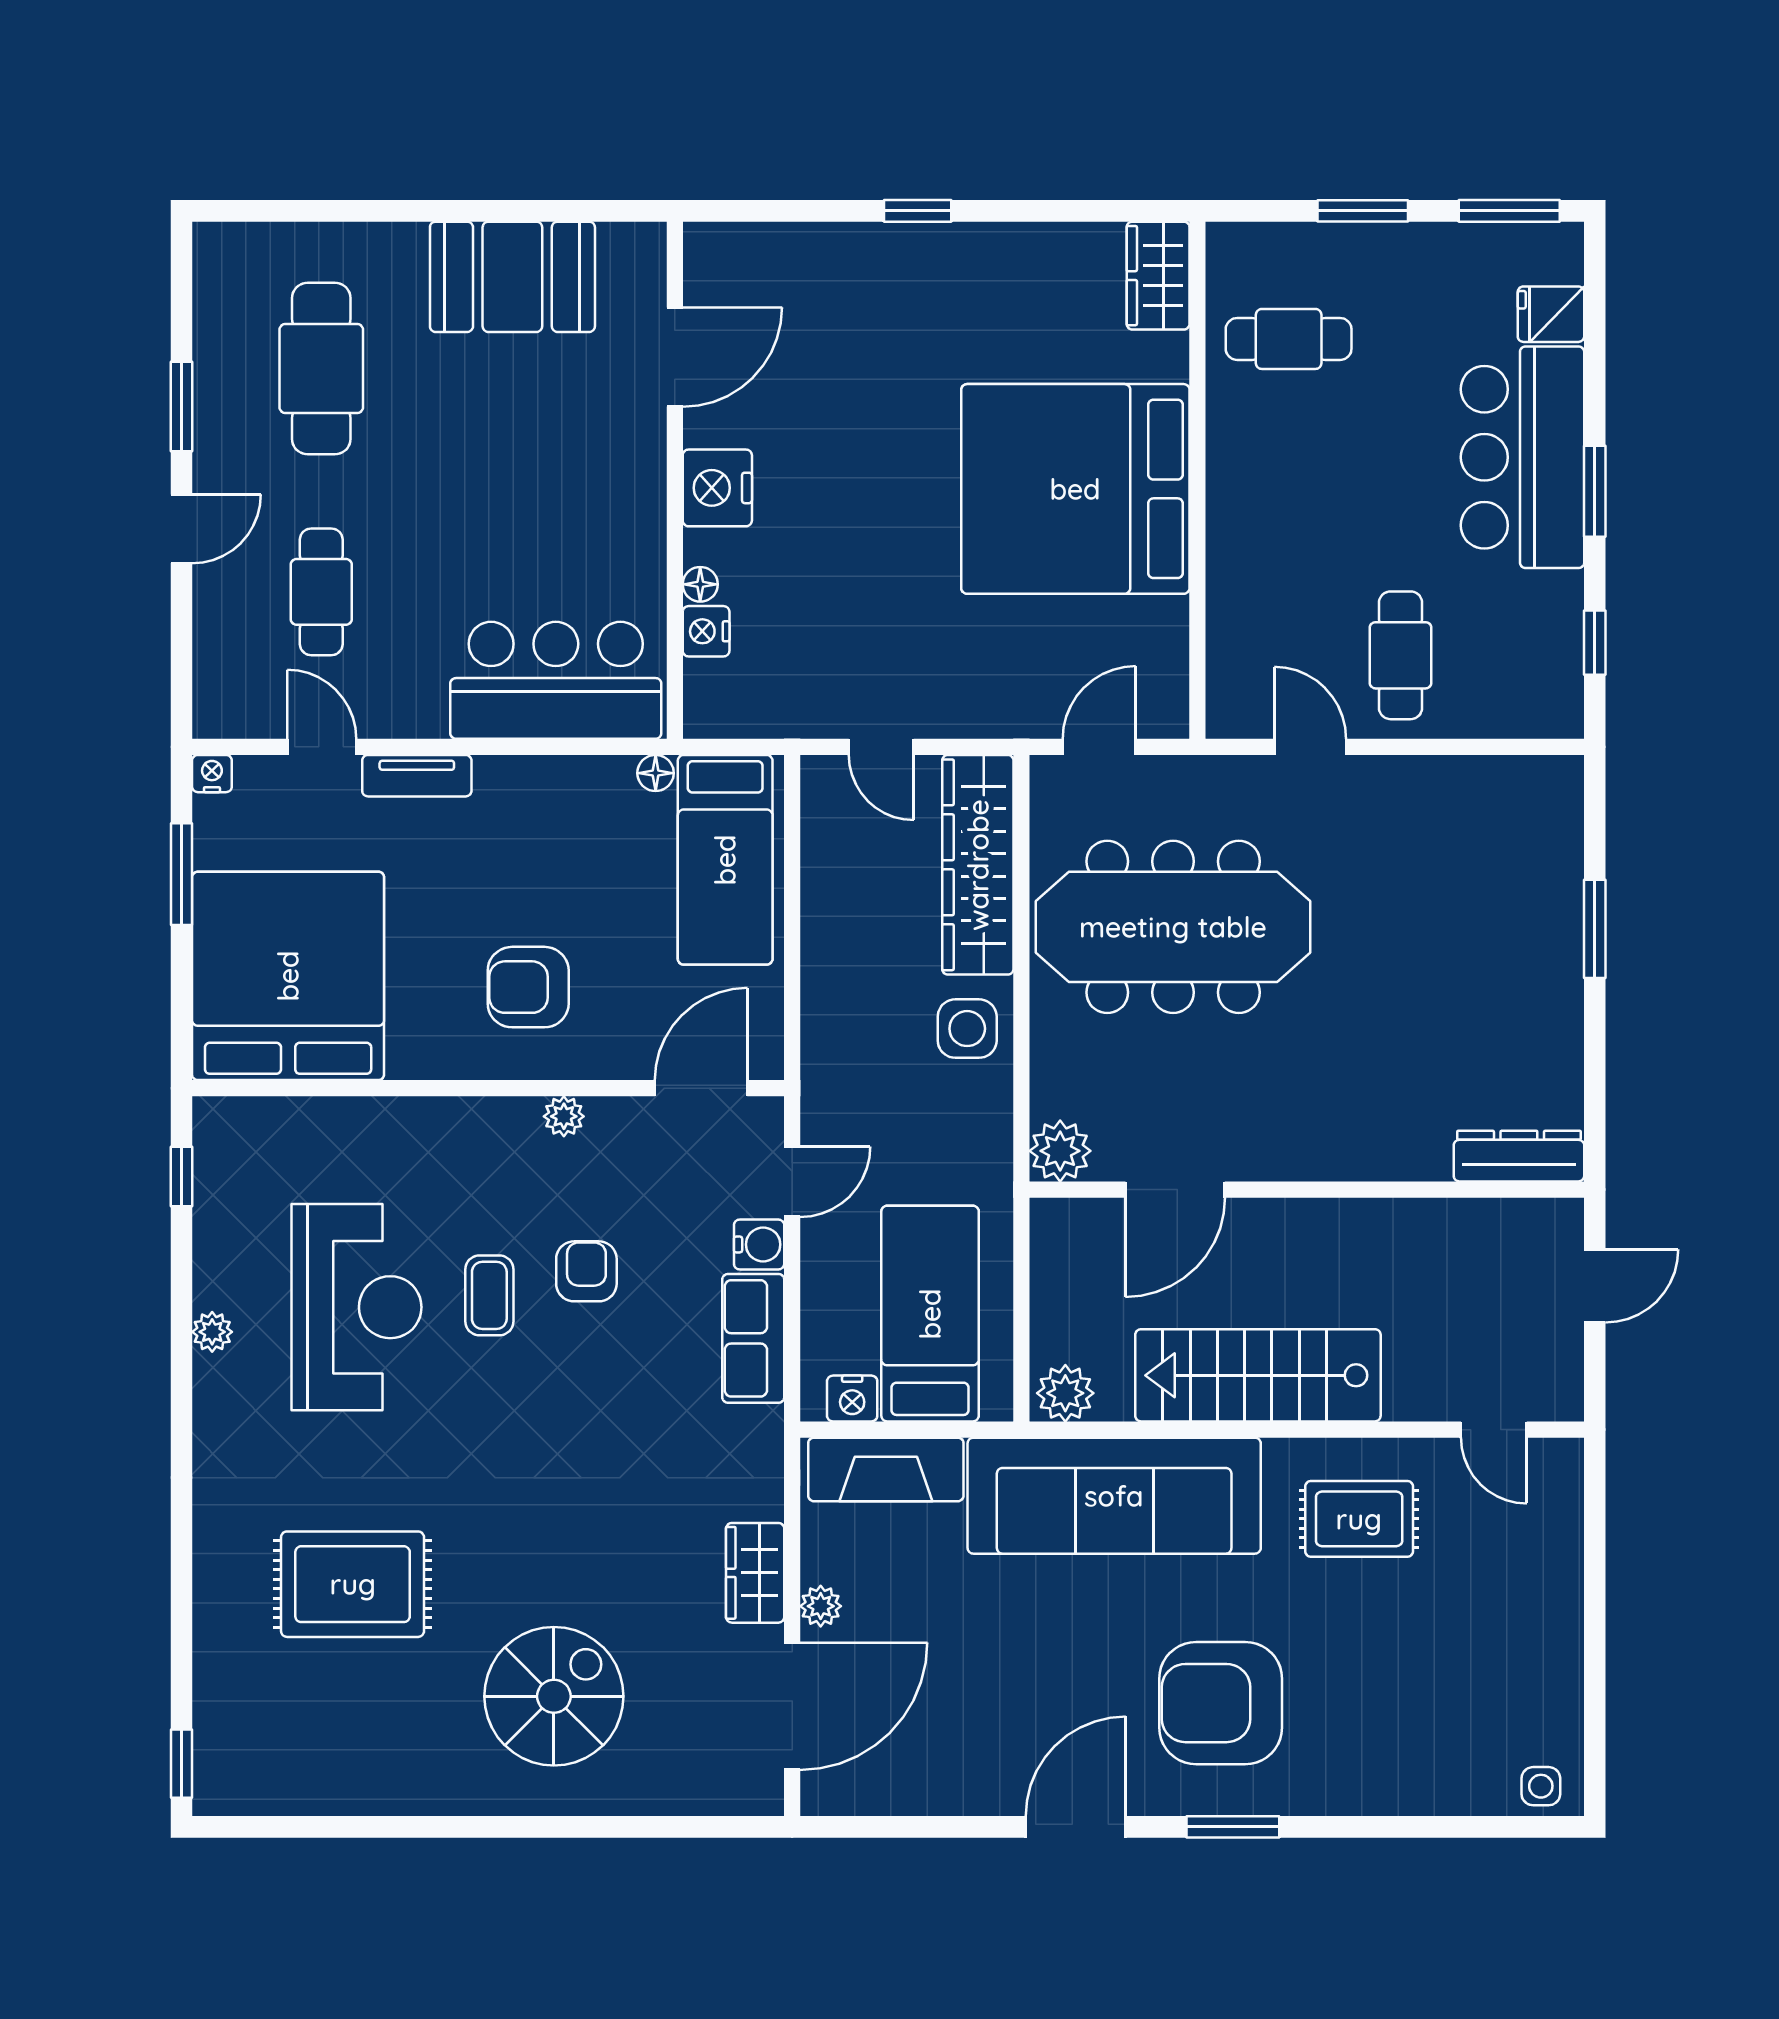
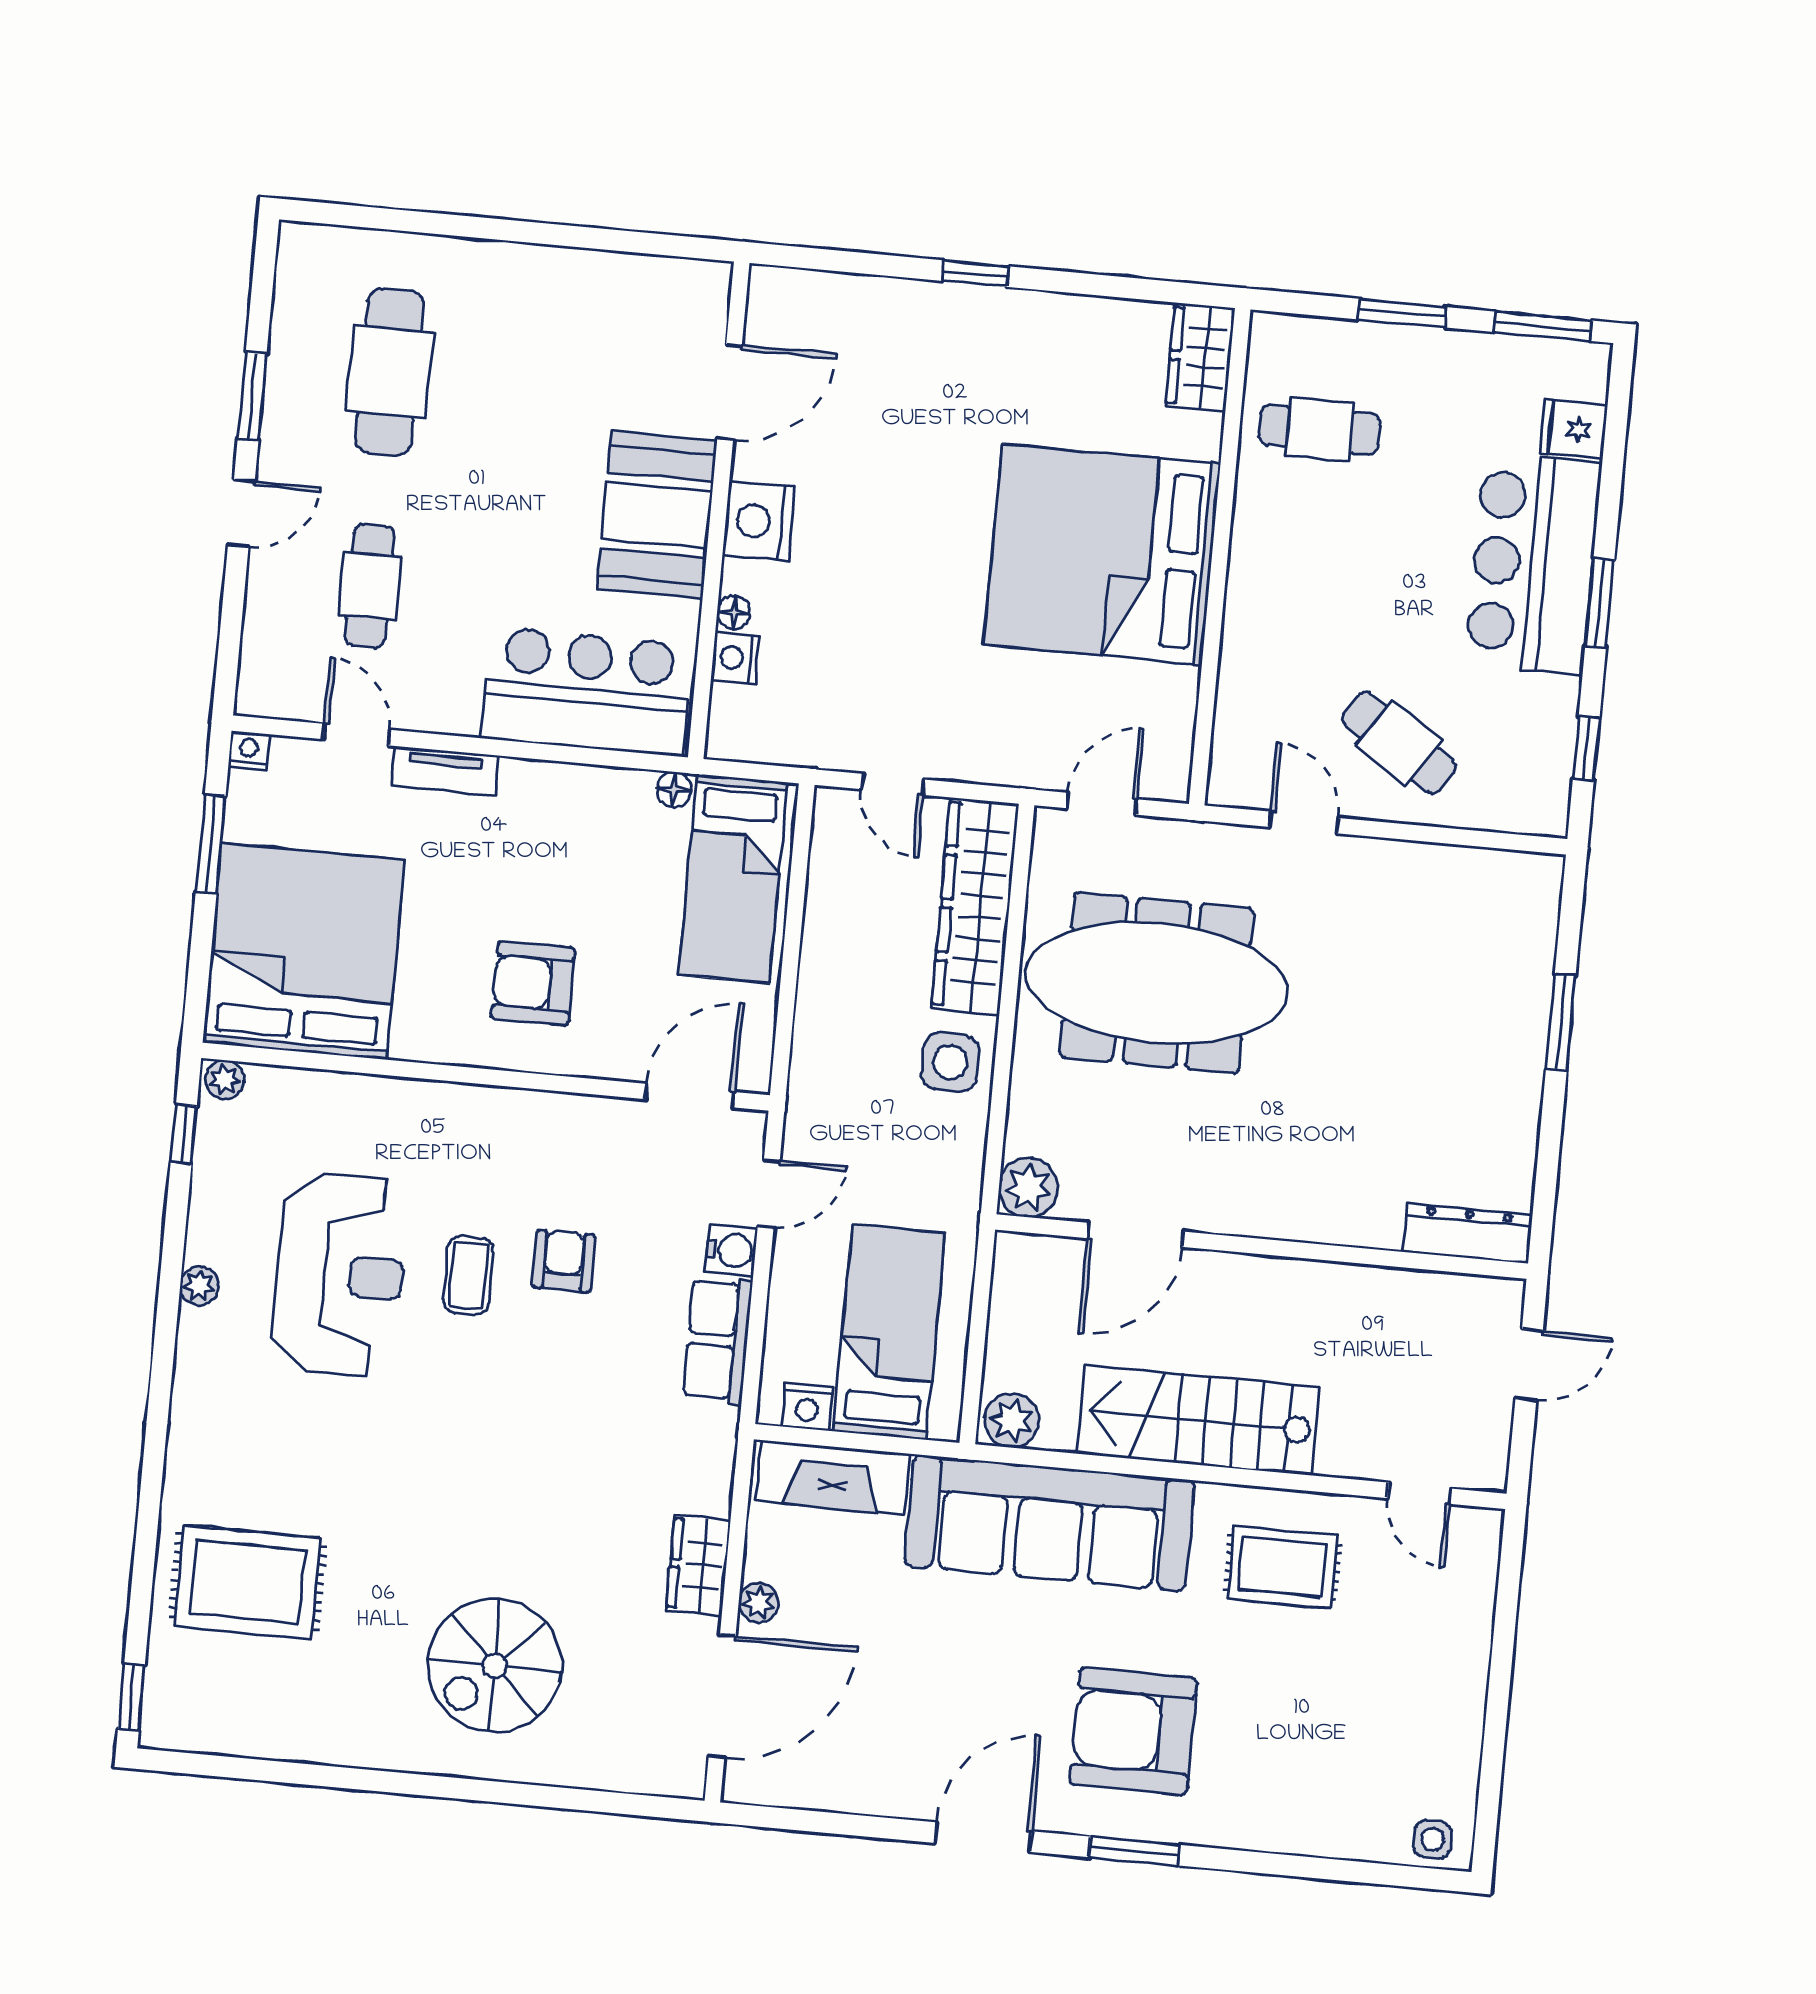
booth: (512, 277) -> (657, 515), moved, turned 90
cafe table: (1401, 655) -> (1399, 743), turned -56
plant: (564, 1116) -> (225, 1080), moved
rug: (353, 1584) -> (248, 1582), moved
spiral stairs: (554, 1696) -> (495, 1665), turned 180

